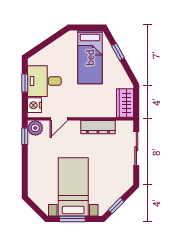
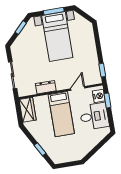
bed: (90, 57) -> (61, 114), moved, turned 180
window: (25, 83) -> (107, 101), moved
dresser: (98, 127) -> (46, 87), width x0.70
plant: (35, 128) -> (95, 78), removed

